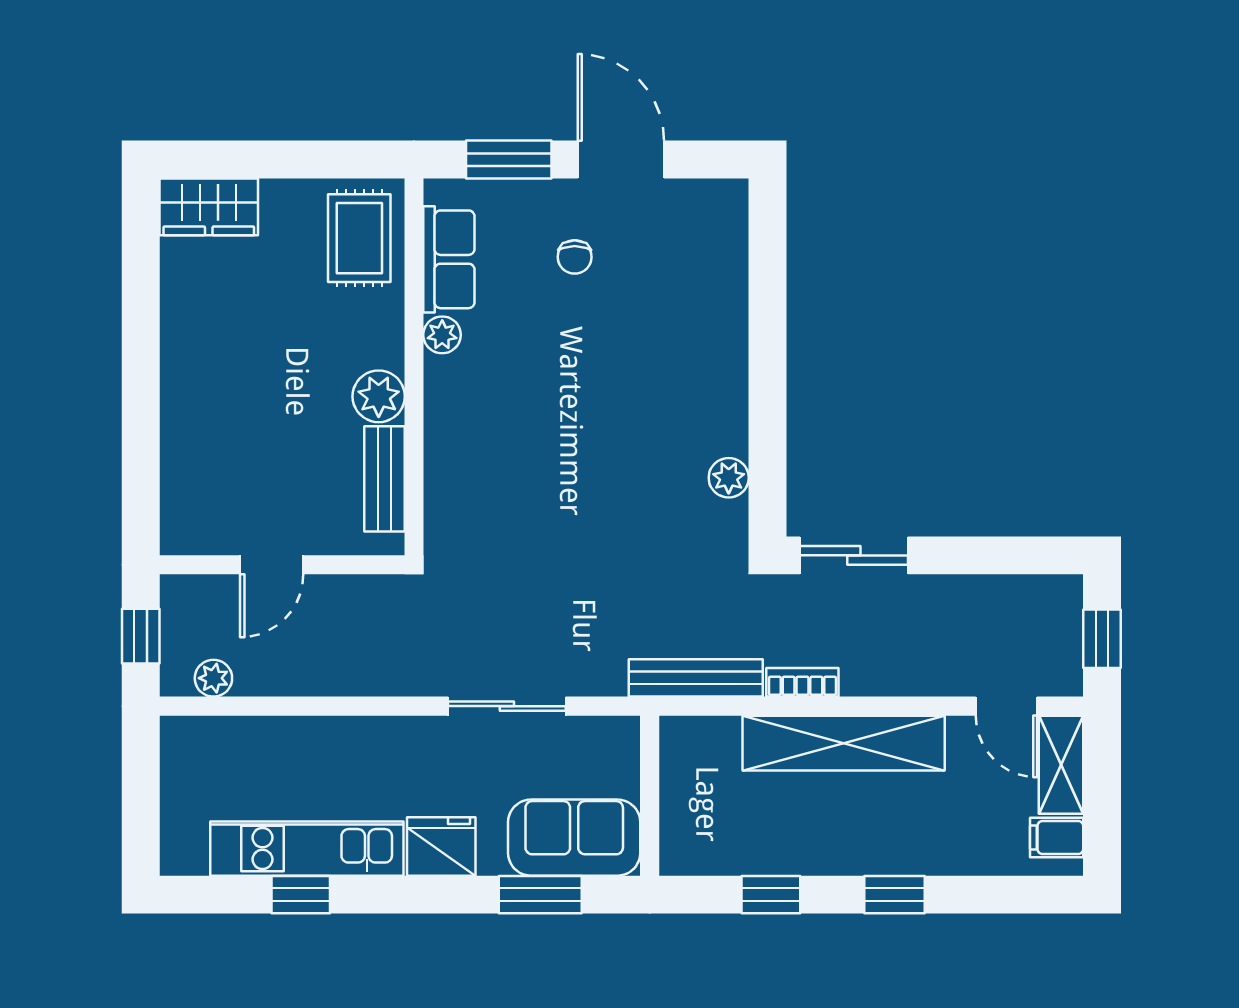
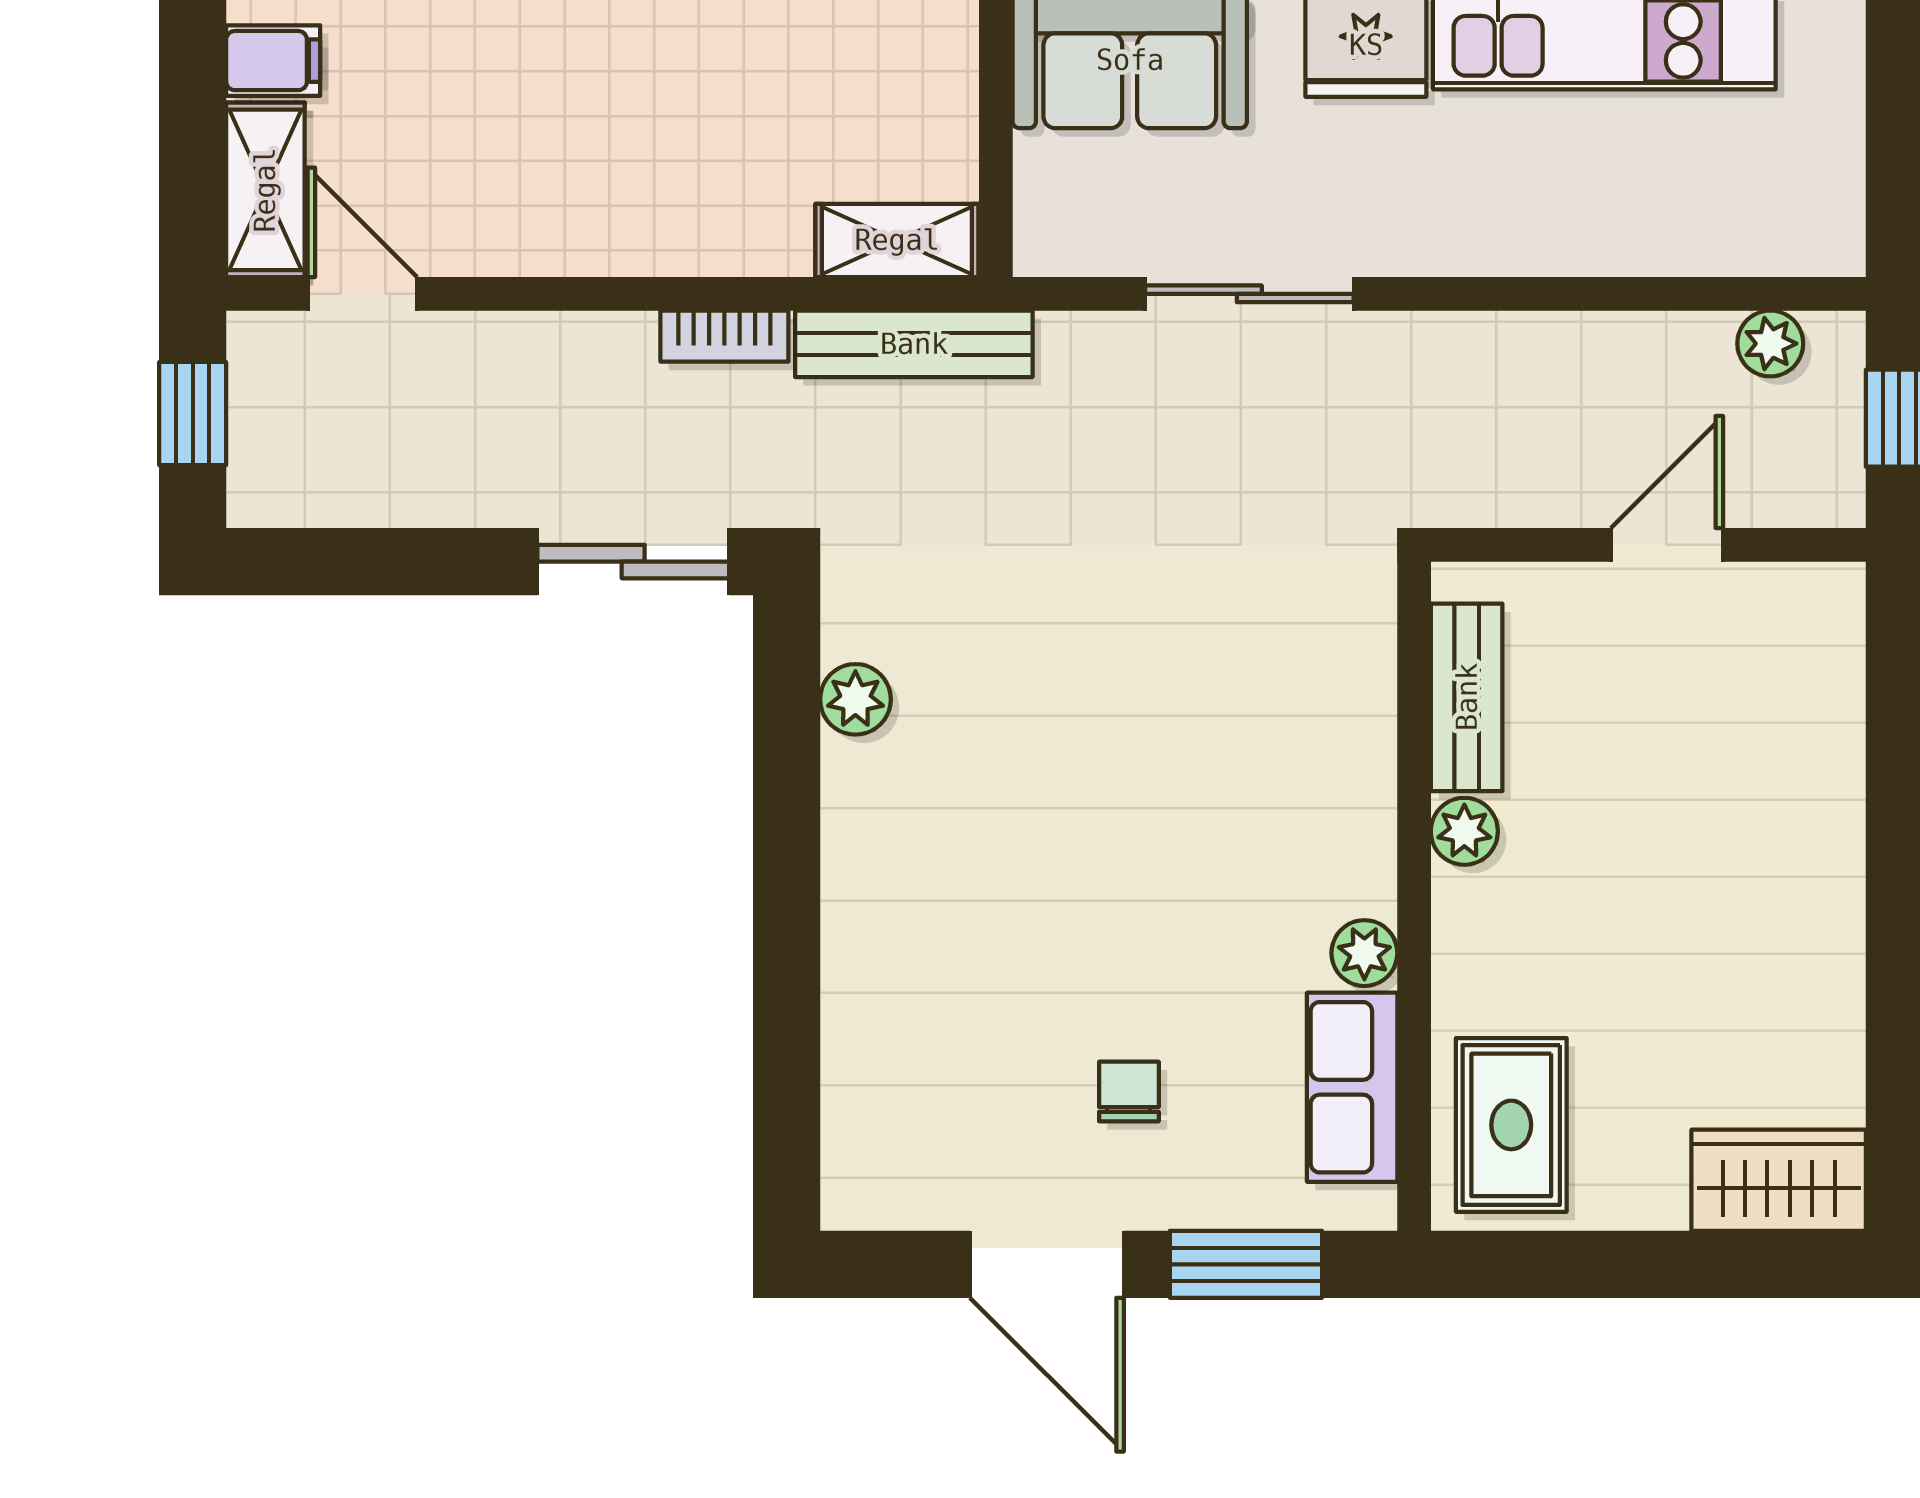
plant: (379, 396) -> (1464, 831), width x0.73, depth x0.73
shelving: (844, 743) -> (897, 240), moved, width x0.45, depth x0.75

